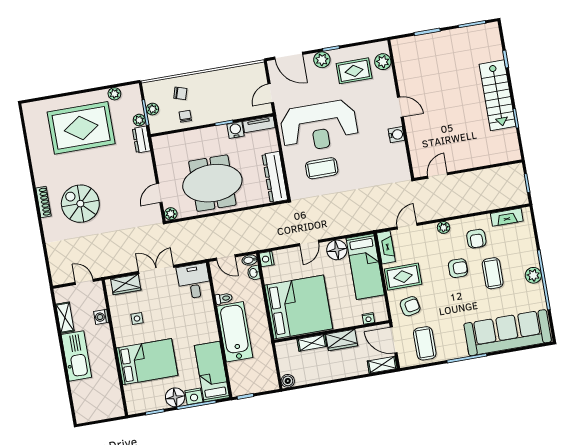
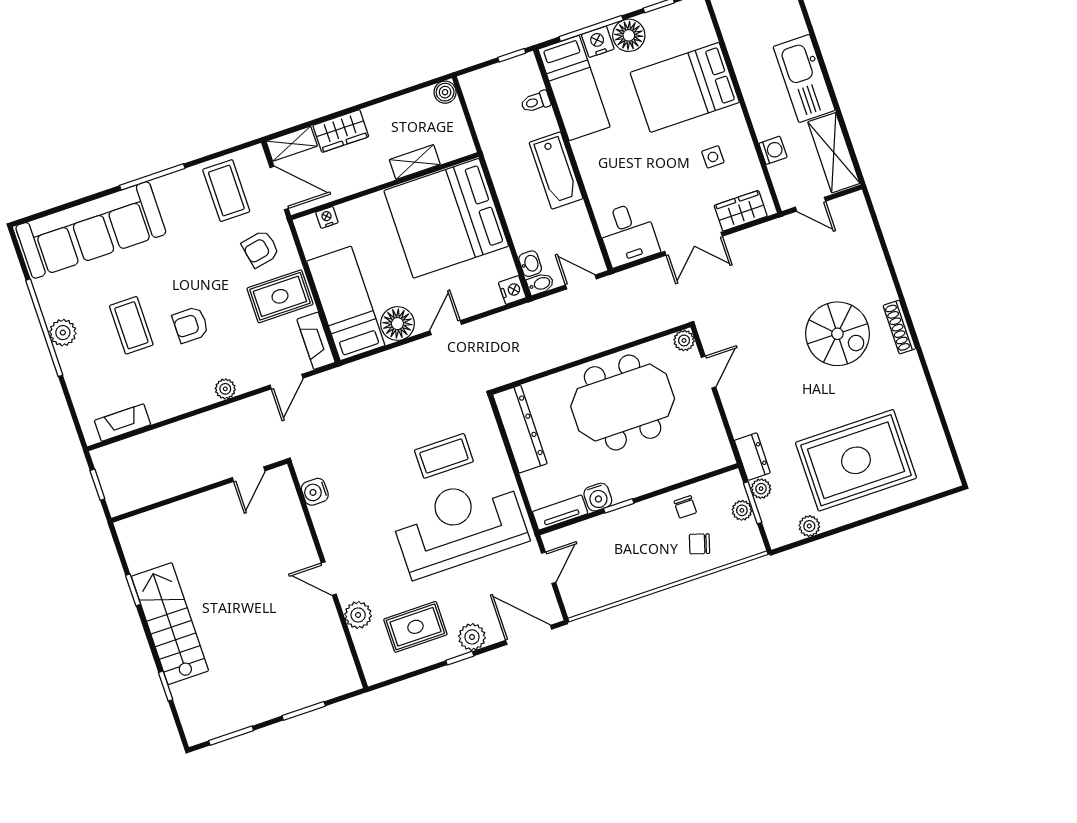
plant: (383, 62) -> (358, 615), moved
water cooler: (396, 135) -> (315, 492), moved
armchair: (476, 239) -> (168, 379), removed
toilet: (224, 298) -> (536, 102), moved
shelving: (65, 318) -> (834, 153), width x1.50, depth x1.33
bathtub: (235, 332) -> (556, 170), width x0.73, depth x0.73
wardrobe: (342, 340) -> (341, 131), moved, turned 180

